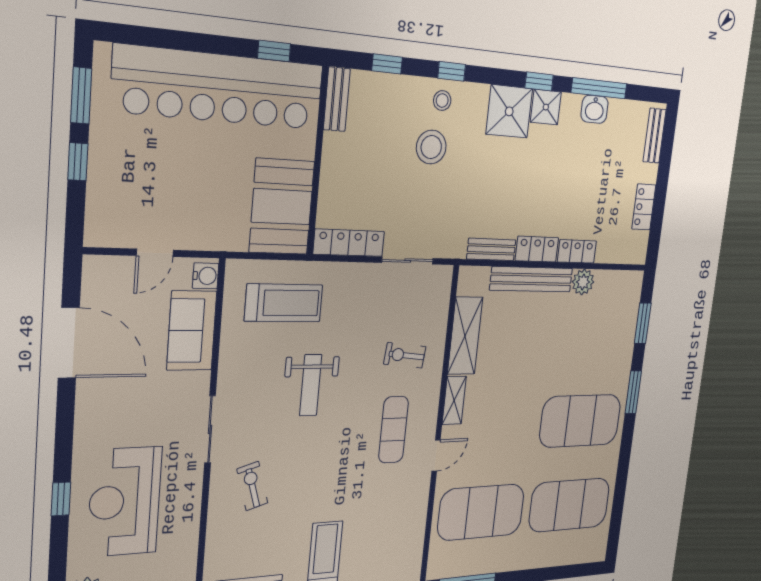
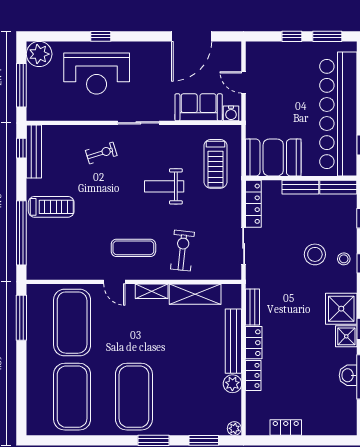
bench: (655, 136) -> (300, 187), moved
plant: (635, 280) -> (234, 428), added
exercise bike: (405, 355) -> (182, 251), width x1.38, depth x1.39
reception desk: (125, 502) -> (97, 74), turned 180

